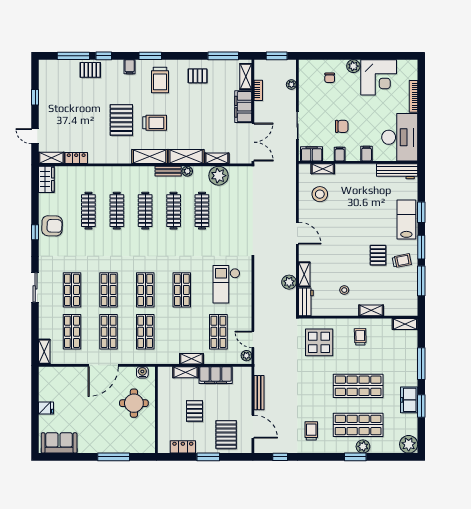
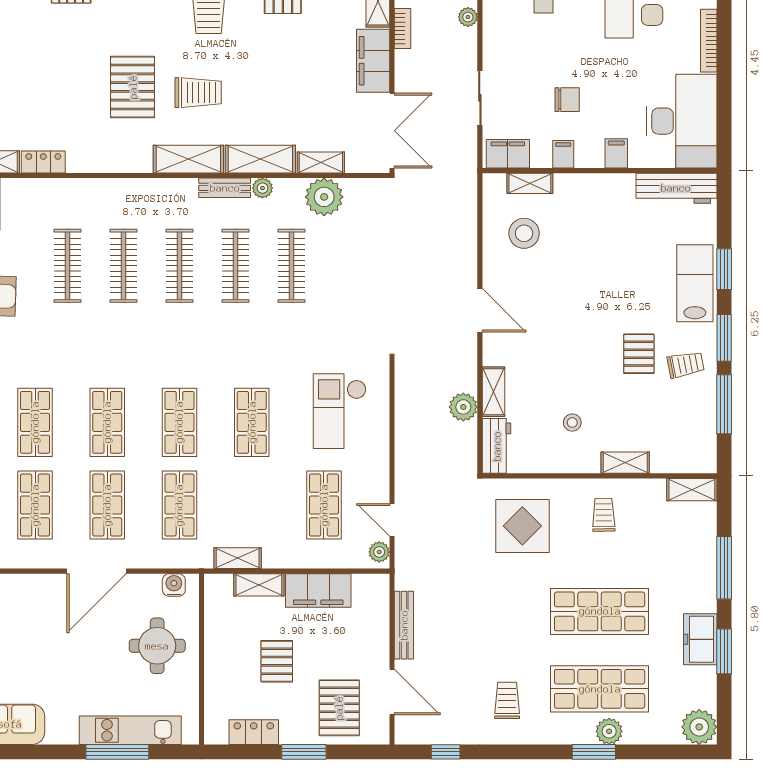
shelving: (192, 359) -> (238, 558), moved
kitchen unit: (120, 446) -> (130, 730), added

